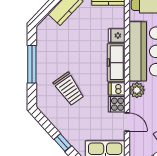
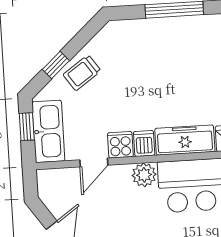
trolley: (69, 89) -> (82, 73), moved, width x0.73, depth x0.72

